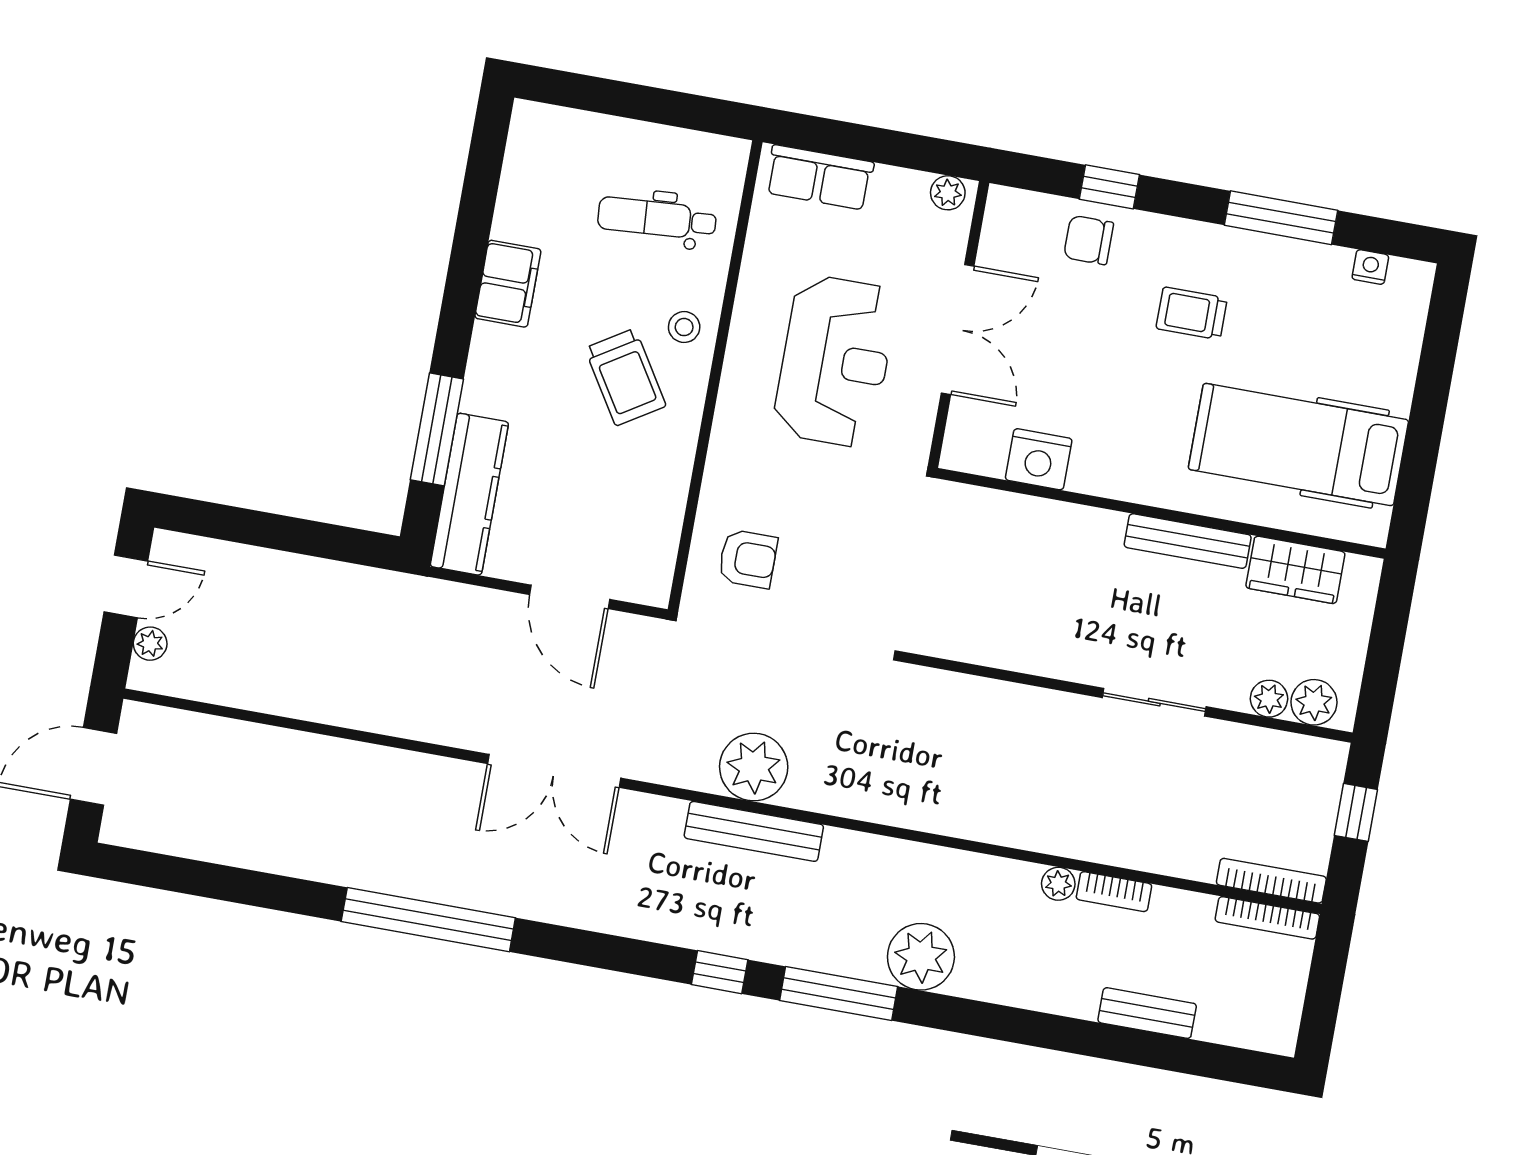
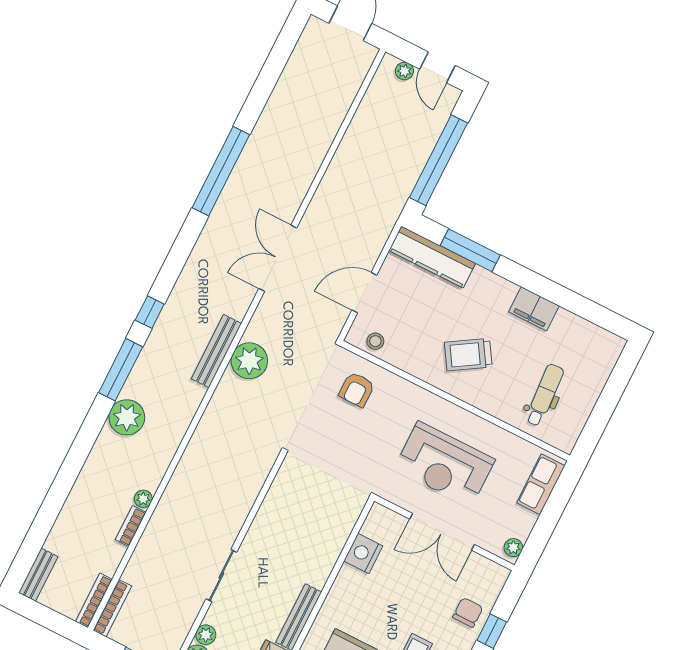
stool: (684, 327) -> (375, 341), moved
window: (292, 535) -> (438, 160), added
bench: (1147, 1013) -> (38, 575), moved

